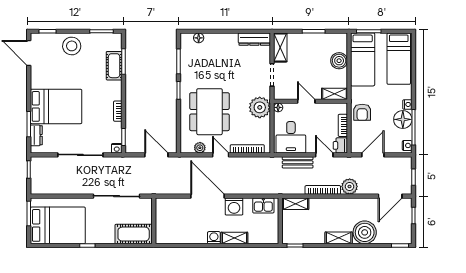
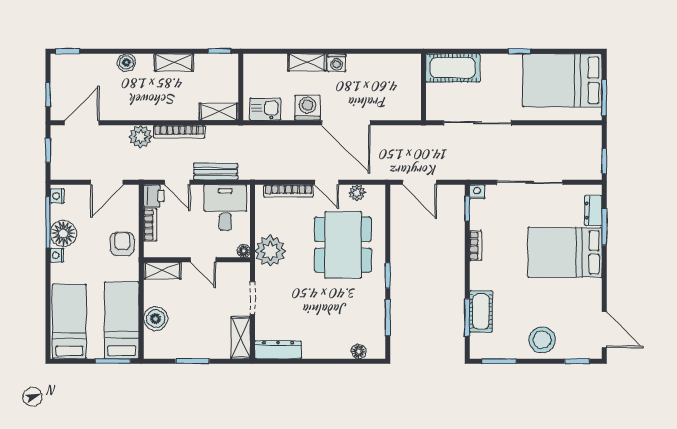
boiler: (365, 232) -> (126, 63), width x0.54, depth x0.54
shelving: (339, 238) -> (174, 62), moved

